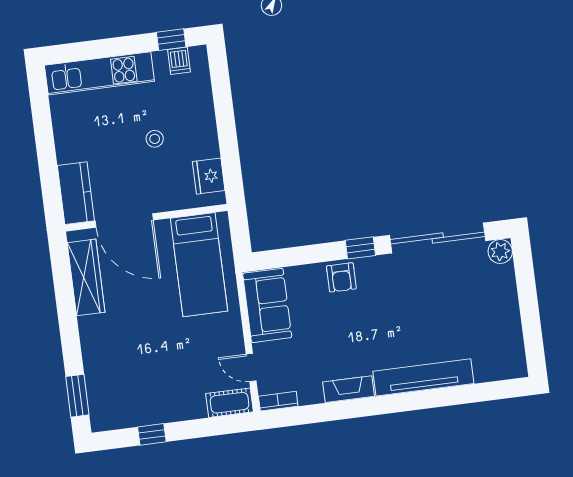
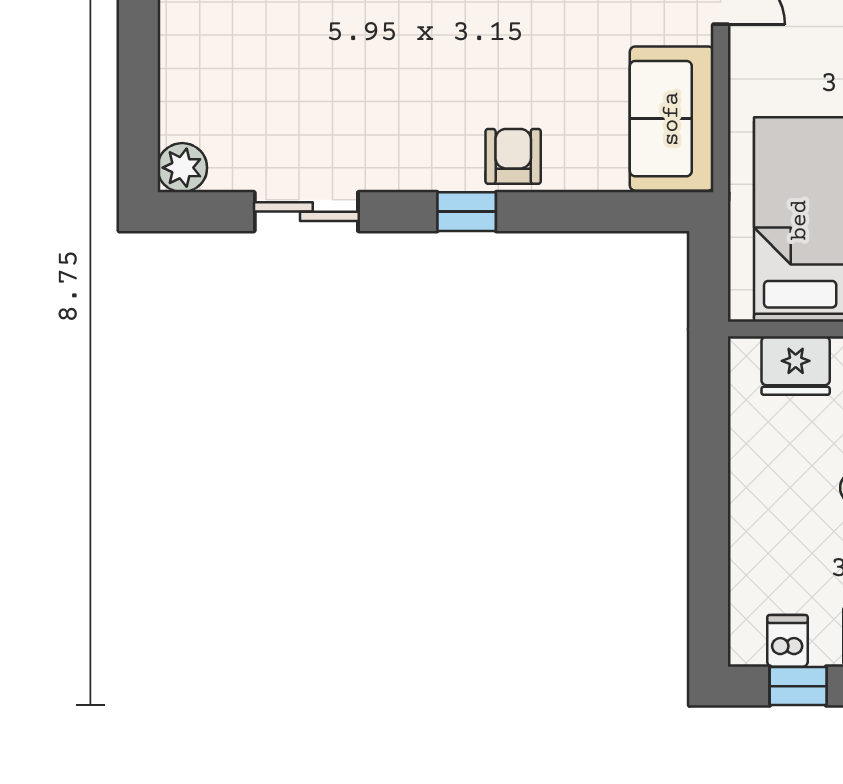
fridge: (209, 176) -> (796, 366), moved, turned 90
sliding door: (438, 238) -> (306, 212), width x0.54

